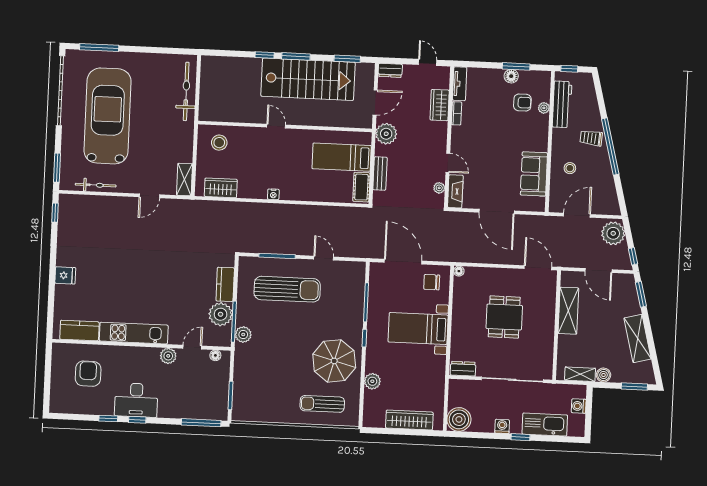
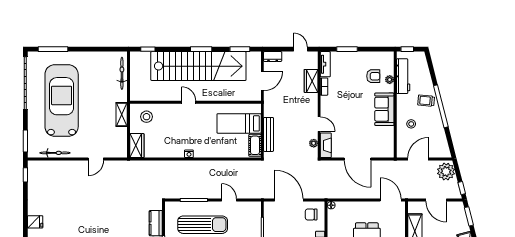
window: (265, 55) -> (148, 49), moved
window: (516, 66) -> (347, 49), moved
floor lamp: (511, 76) -> (364, 57), removed
stairs: (308, 79) -> (198, 66), width x1.36
bicycle: (186, 91) -> (122, 73), width x0.73, depth x0.71
plant: (386, 134) -> (272, 104), removed
bench: (380, 173) -> (269, 134), width x1.36
sofa: (534, 174) -> (384, 109), moved
shelving: (184, 179) -> (122, 114), moved
wardrobe: (221, 188) -> (137, 146), moved, turned 90

